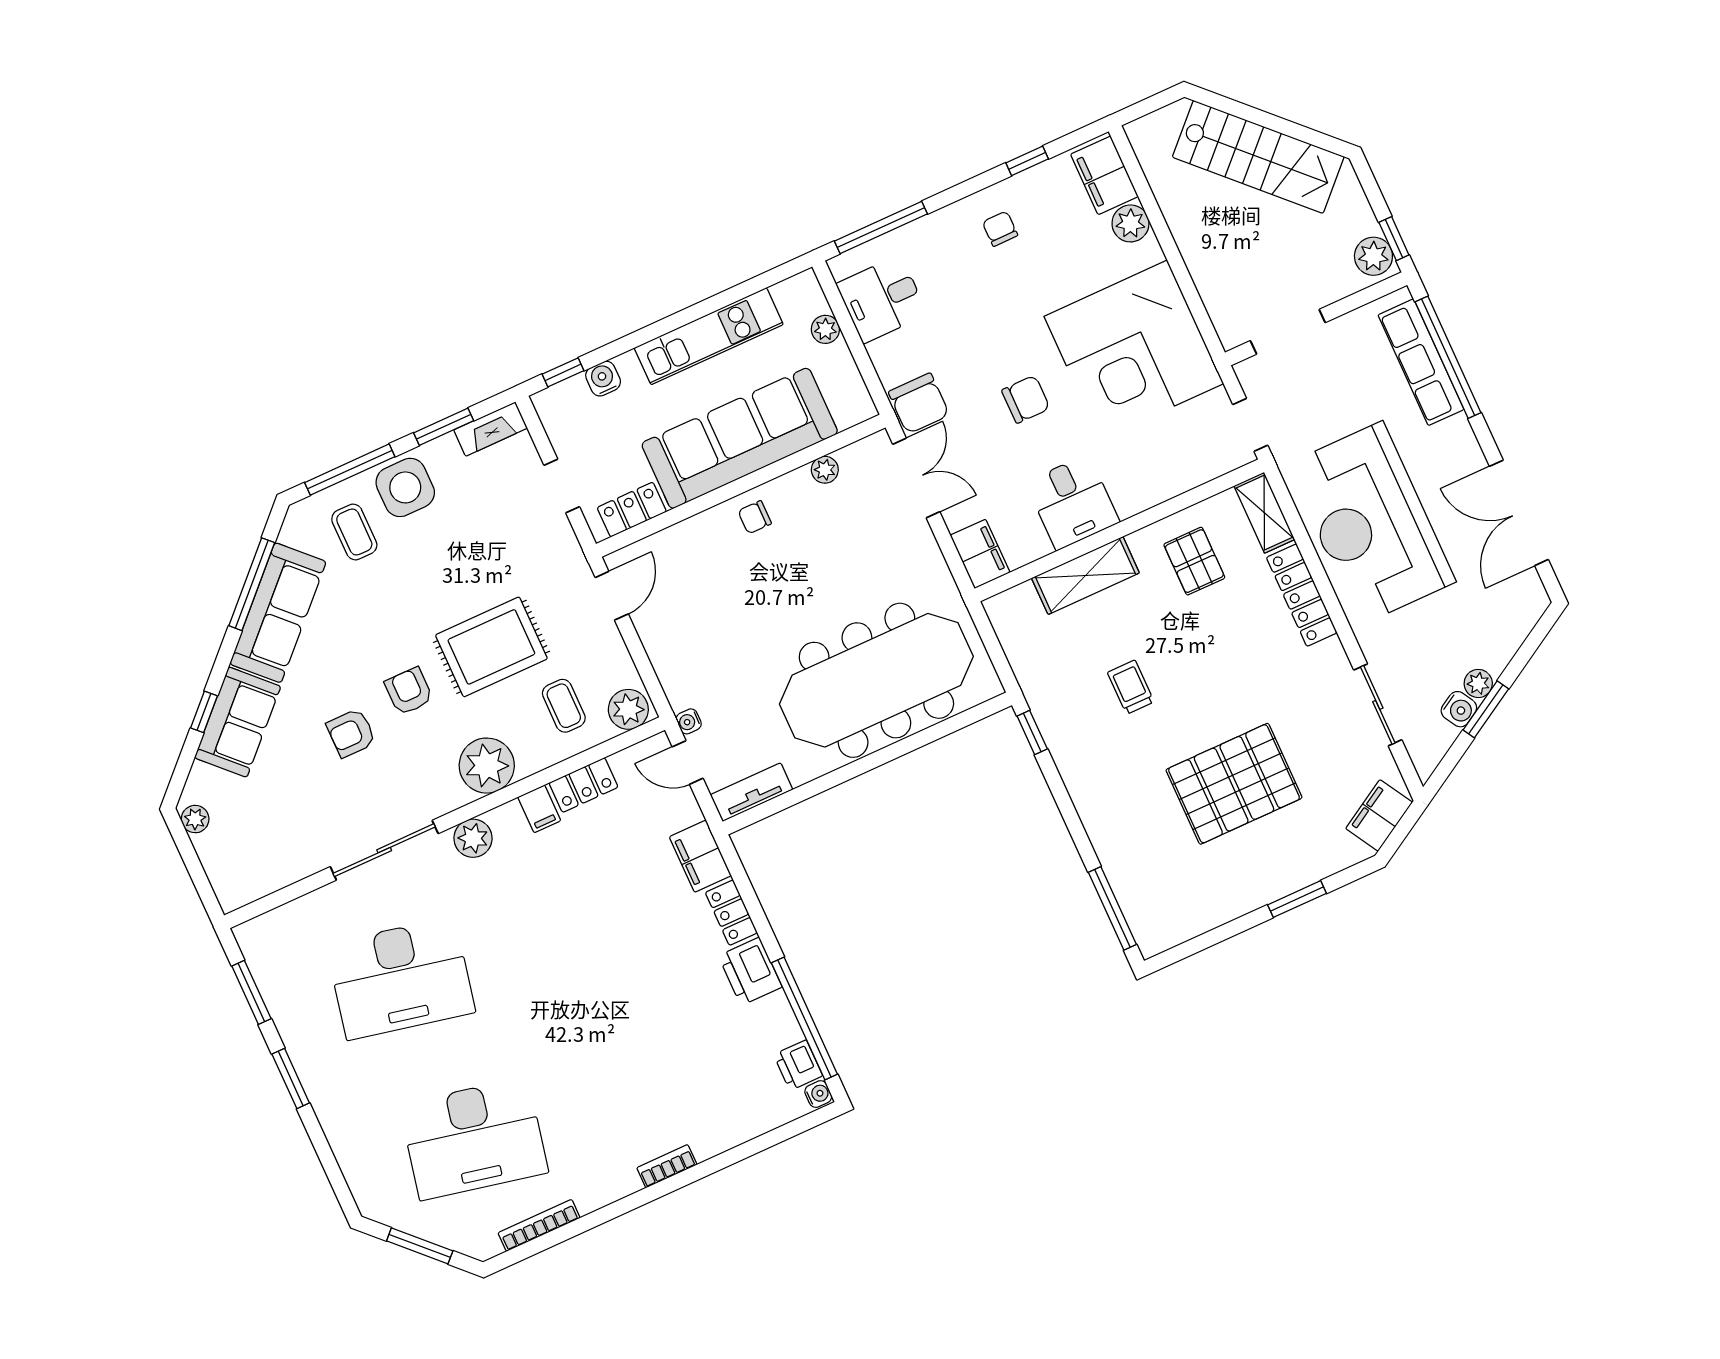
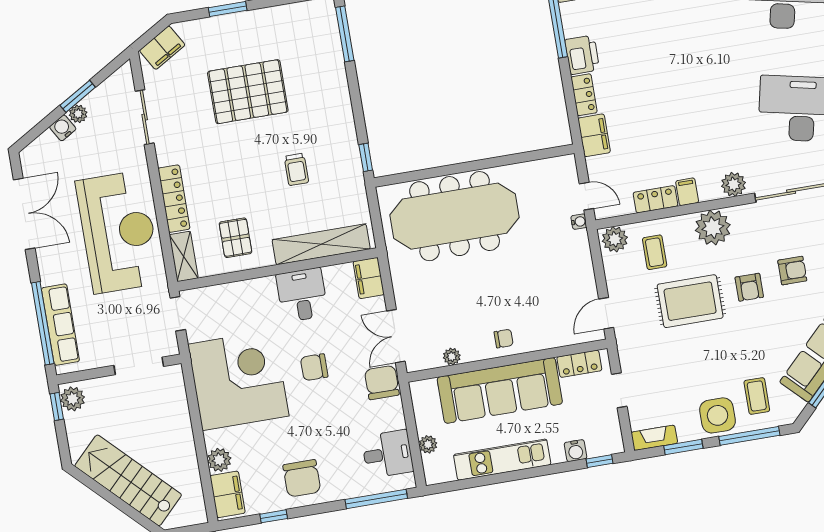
chair: (1000, 229) -> (302, 478), width x1.87, depth x1.87
shelving: (1085, 576) -> (321, 244), width x1.47
water cooler: (1459, 709) -> (63, 128), moved
tv unit: (752, 792) -> (551, 167), removed

